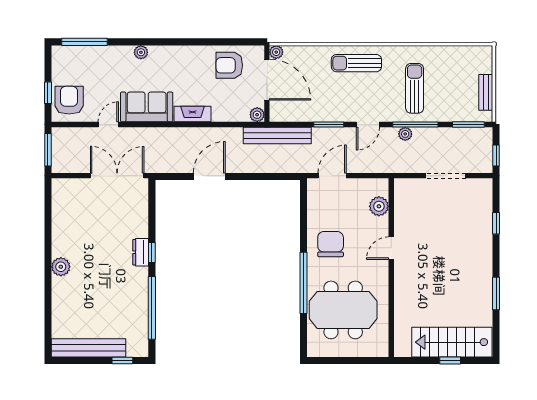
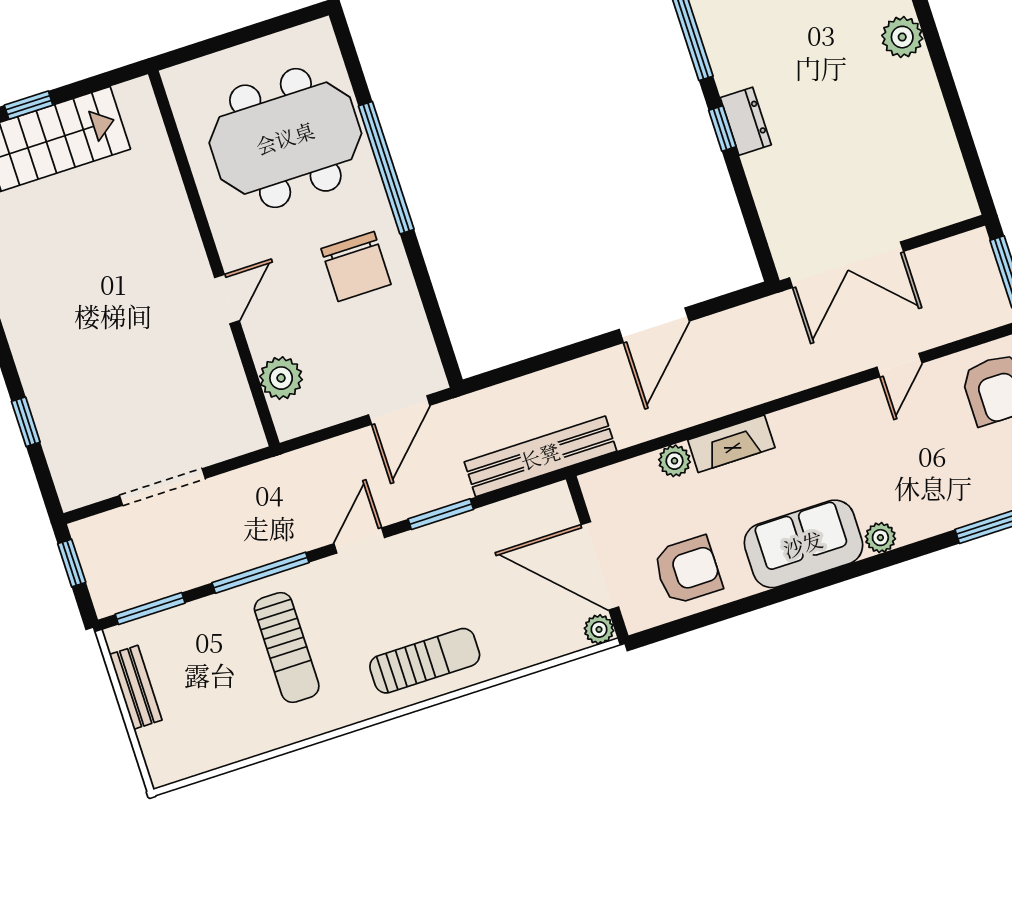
sofa: (147, 107) -> (803, 544), moved, turned 180
plant: (257, 115) -> (674, 461), moved
plant: (405, 134) -> (275, 546), removed

